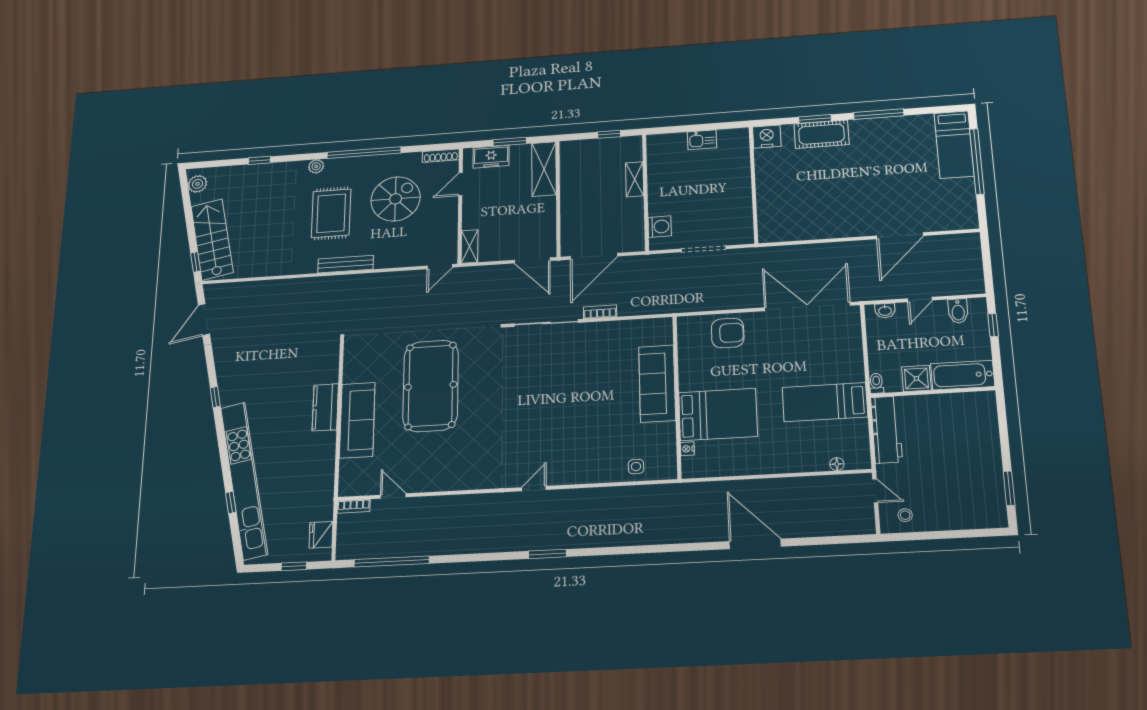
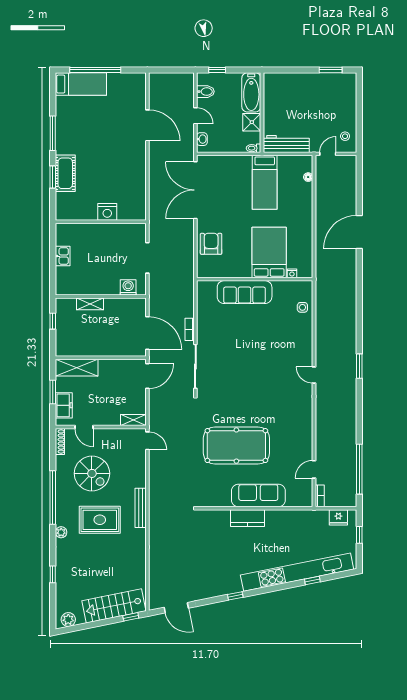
nightstand: (767, 137) -> (107, 212), moved, turned -90
spiral stairs: (396, 199) -> (92, 473), turned 180

